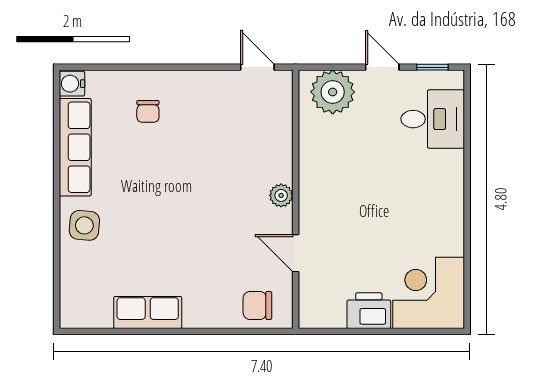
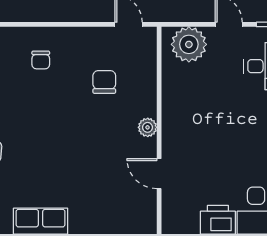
chair: (257, 305) -> (104, 82), moved, turned 90

